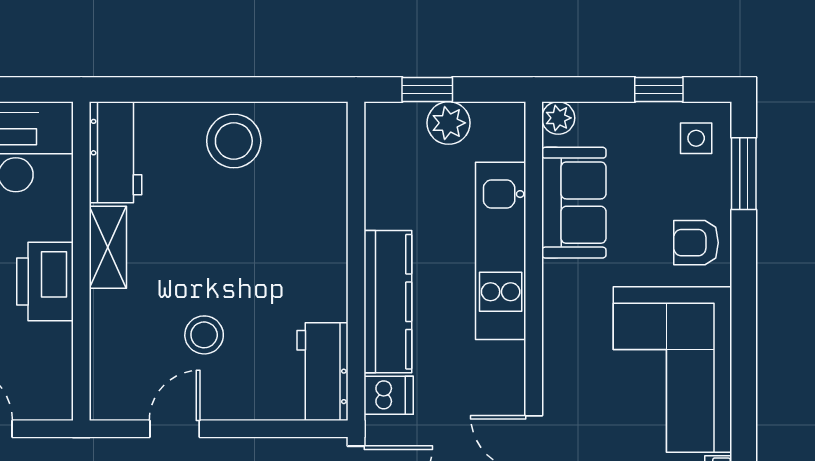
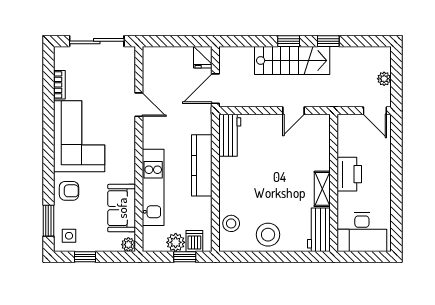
stool: (204, 335) -> (231, 223), moved
dishwasher: (389, 395) -> (194, 241), moved, turned 90

